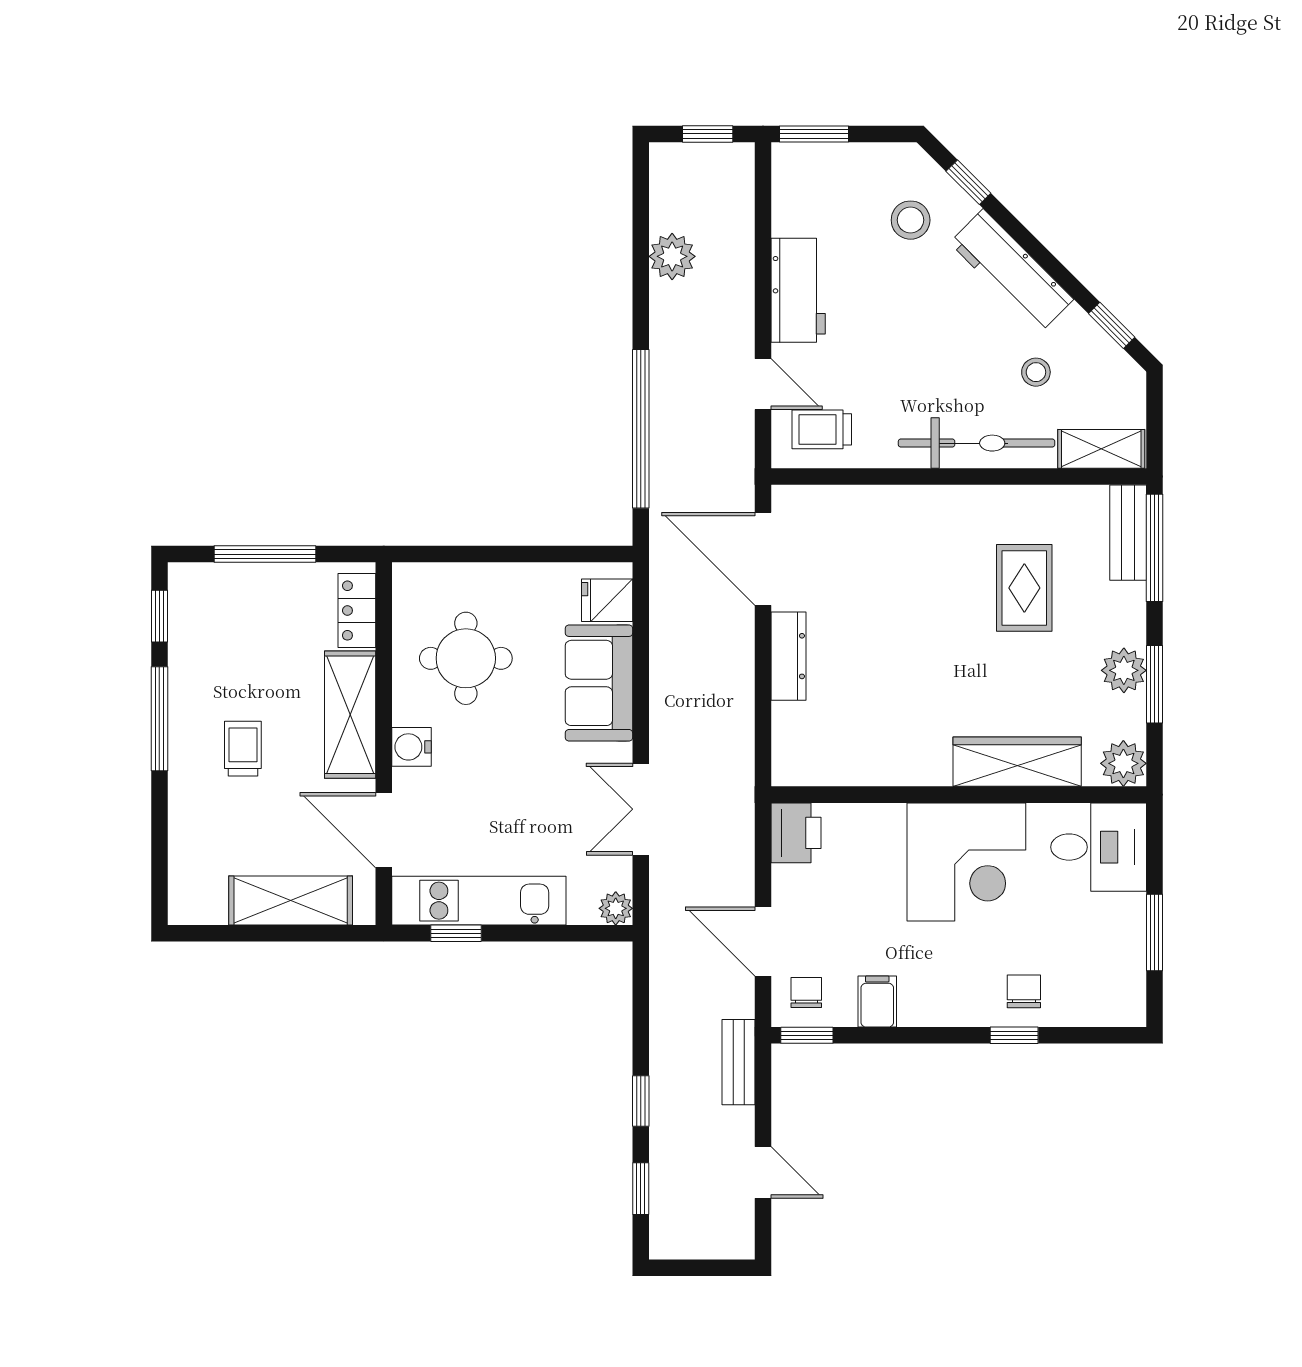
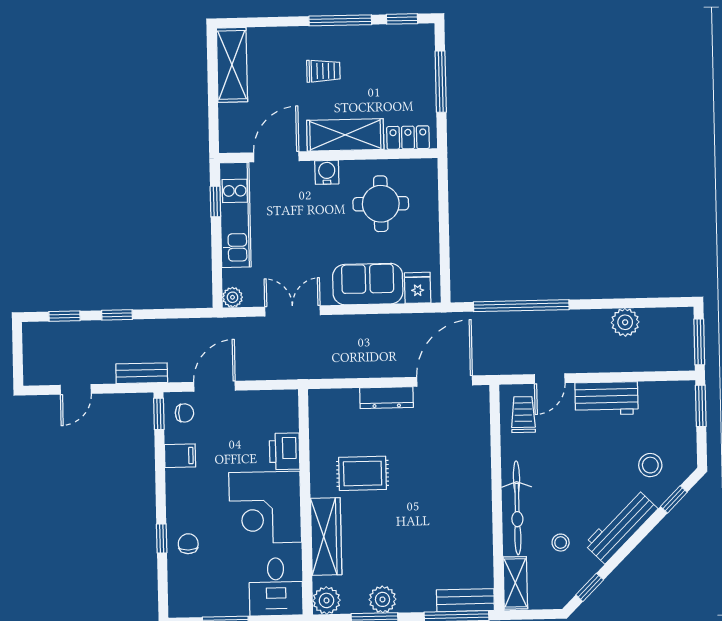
window: (708, 134) -> (699, 342), width x1.50
rug: (1024, 588) -> (363, 473), moved
printer: (796, 833) -> (285, 451), moved, turned 90
shelving: (291, 900) -> (232, 65), moved
chair: (1024, 991) -> (188, 544), turned -90

